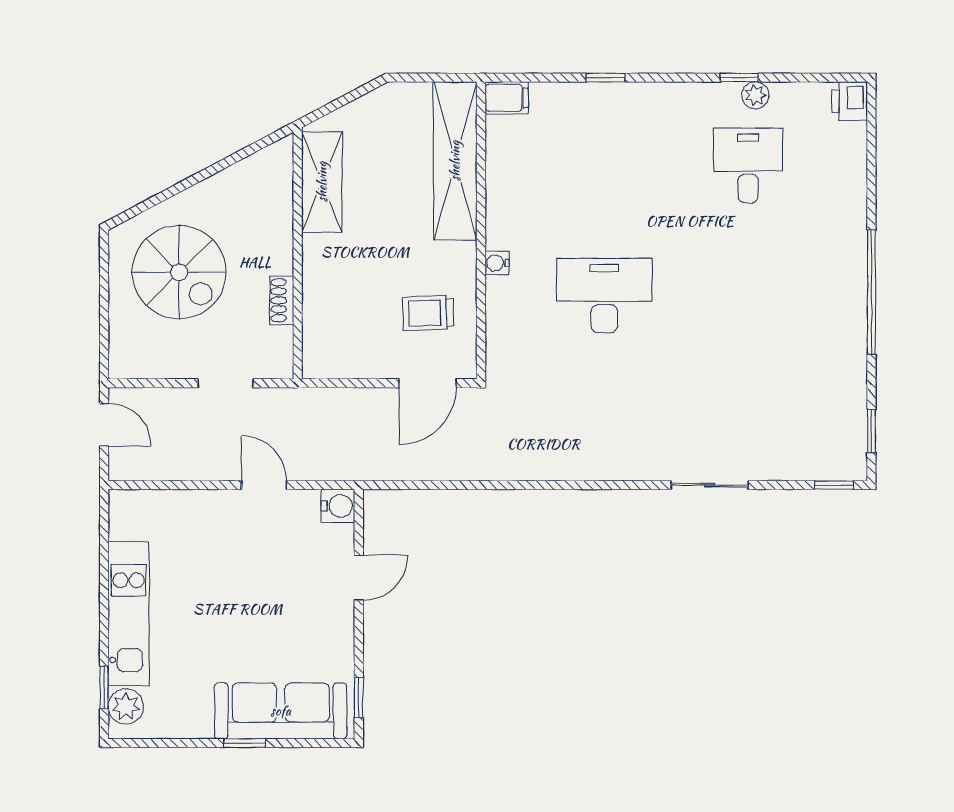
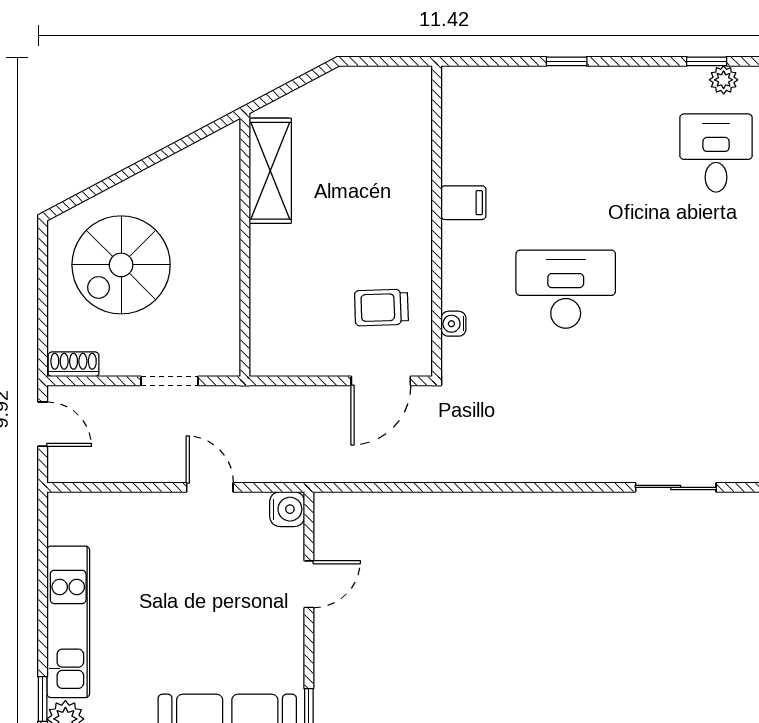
filing cabinet: (507, 98) -> (463, 203), moved
shelving: (455, 161) -> (410, 149), removed
water cooler: (497, 263) -> (453, 324), moved
spiral stairs: (179, 272) -> (121, 265), turned 90
shoe rack: (282, 300) -> (74, 364), moved, turned 90

